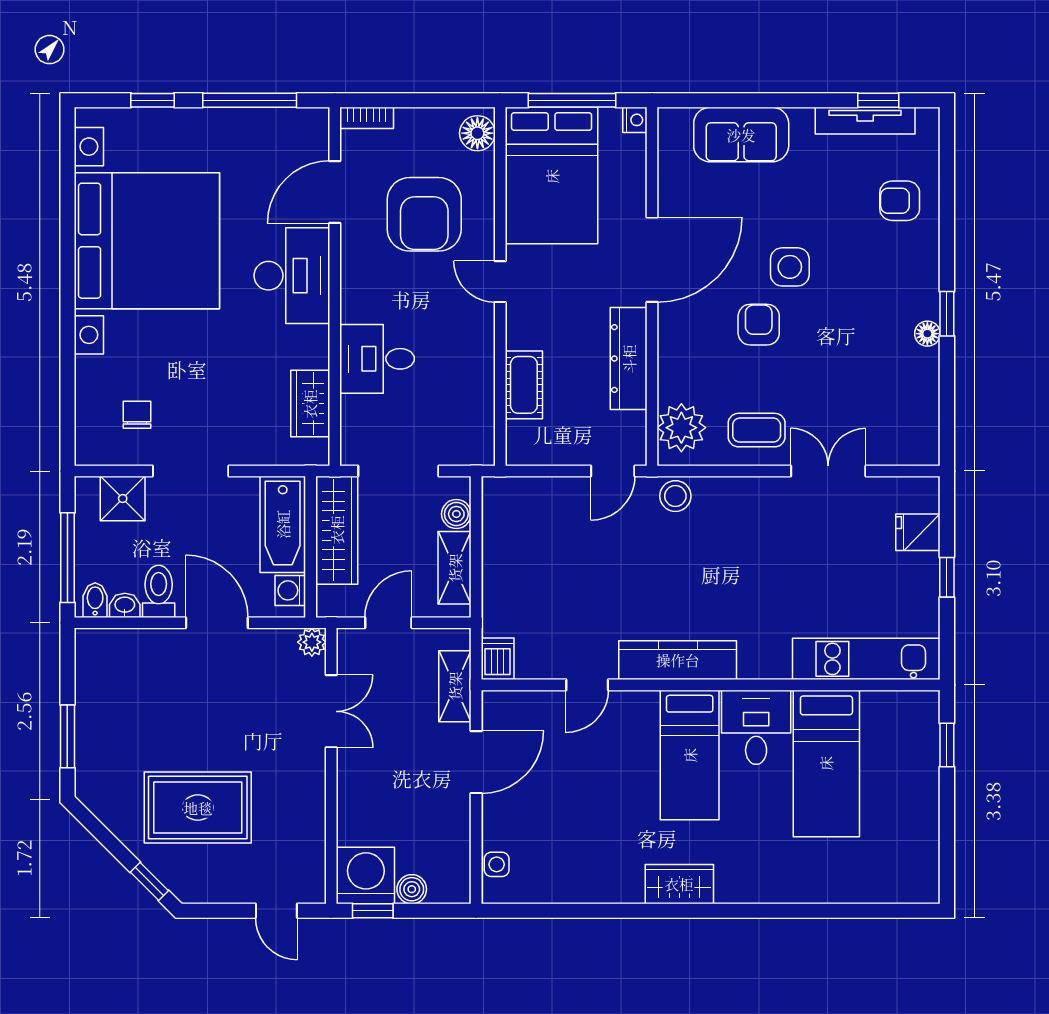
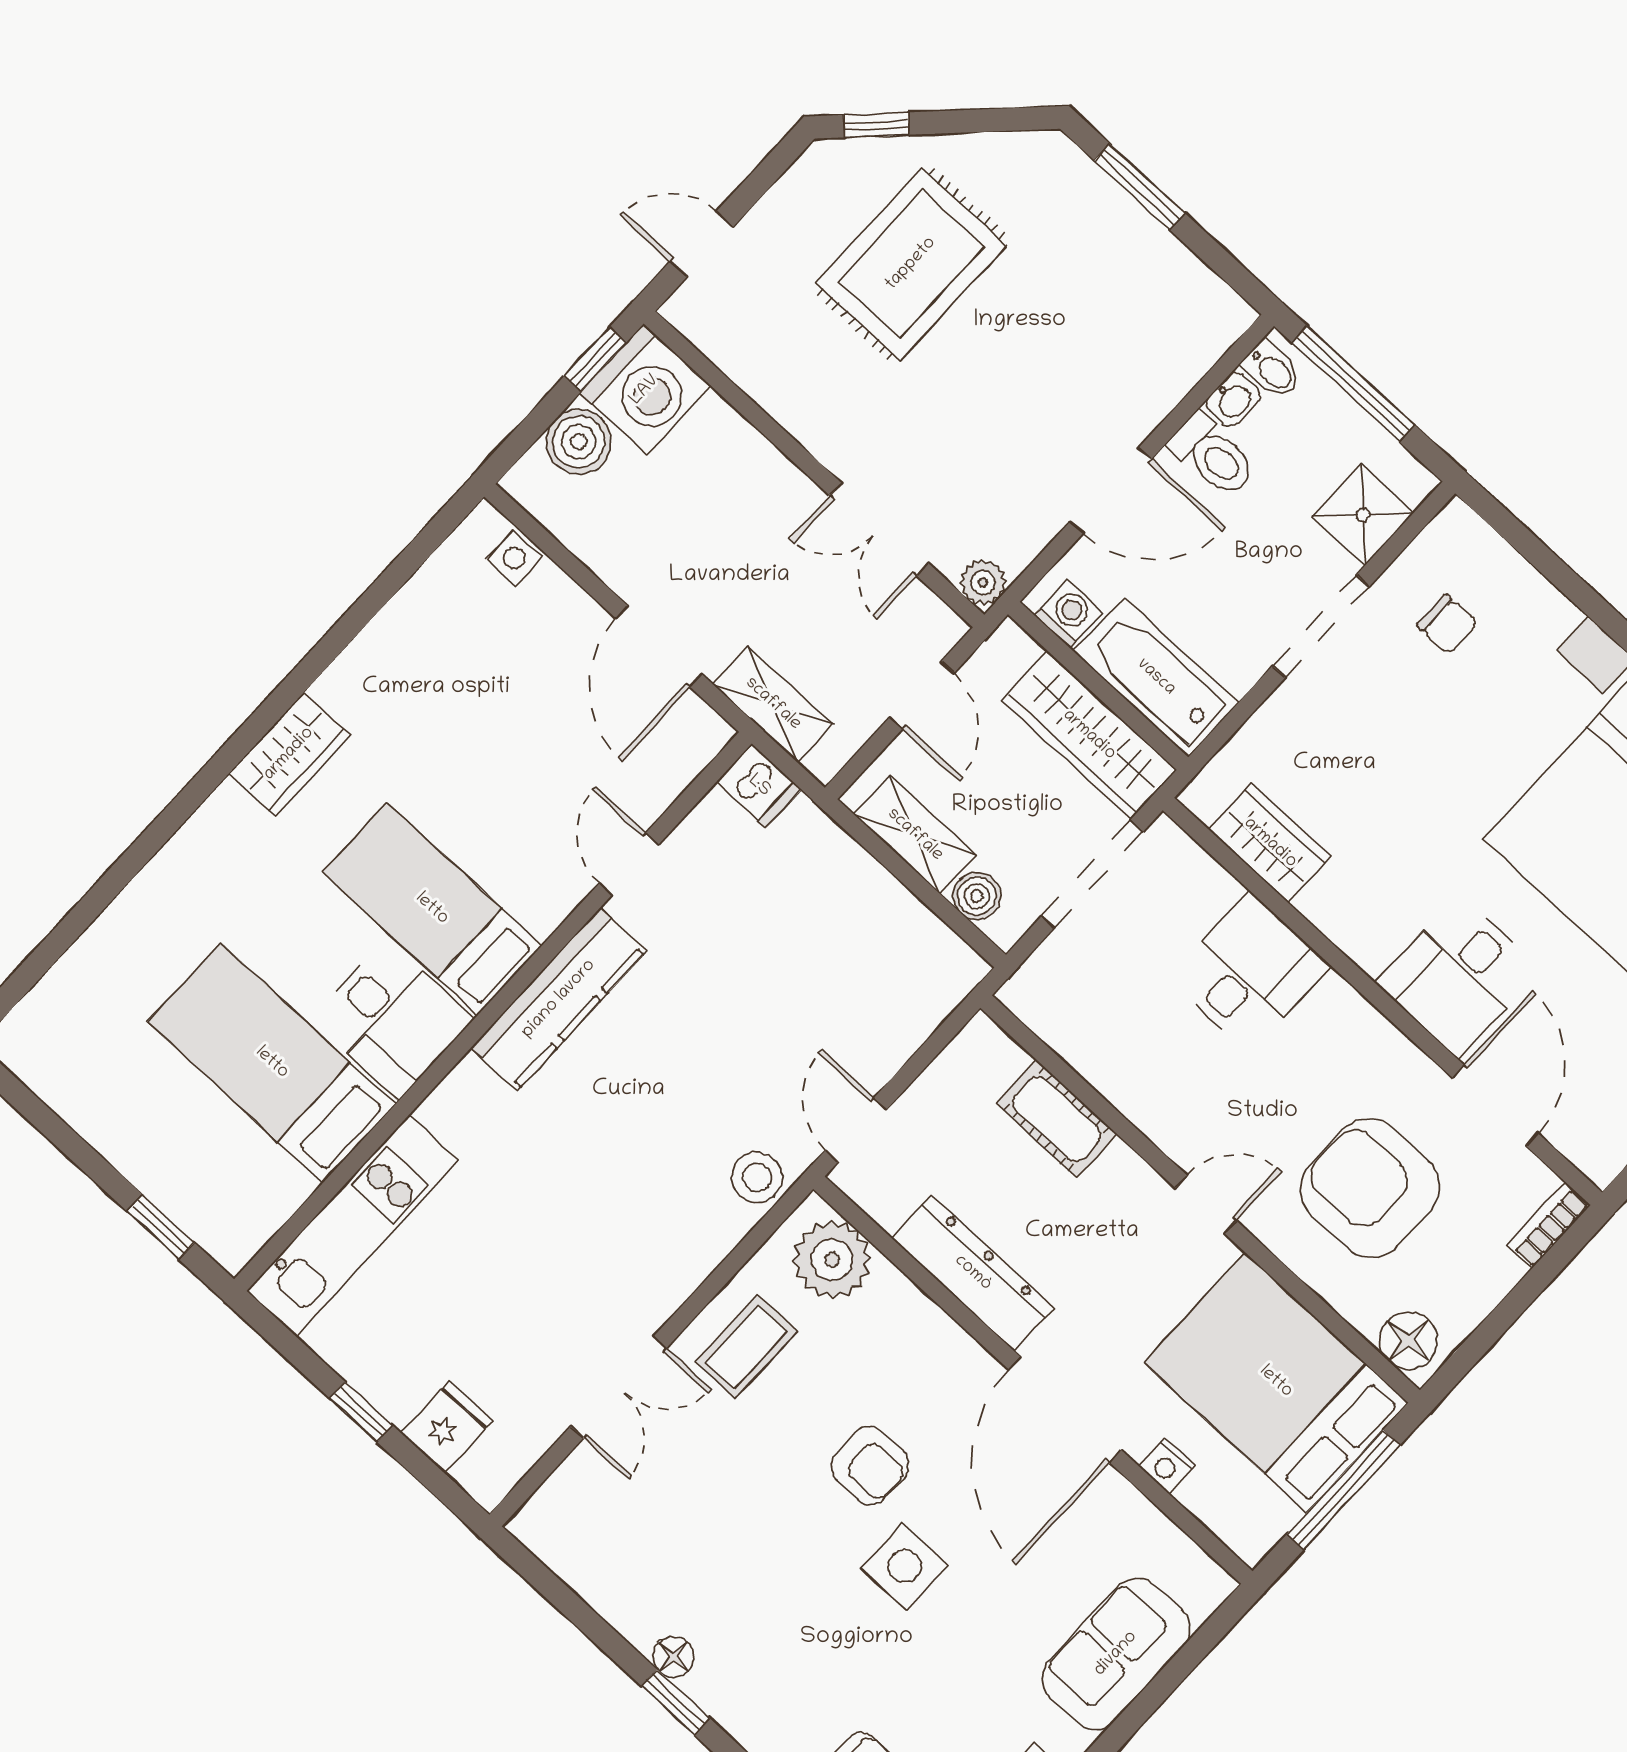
nightstand: (635, 120) -> (1167, 1466), moved
desk: (292, 276) -> (1458, 976), width x0.73
boiler: (412, 889) -> (579, 442), width x1.36, depth x1.36

